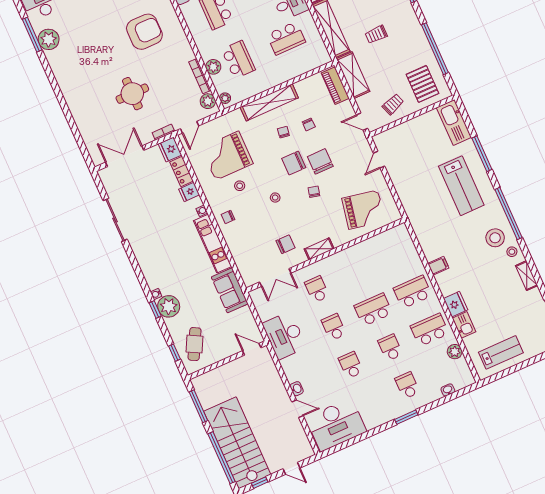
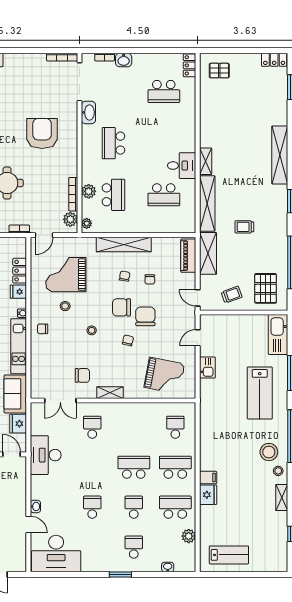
armchair: (144, 32) -> (42, 133), turned -90
fridge: (170, 150) -> (18, 424), moved
filing cabinet: (438, 266) -> (208, 477), moved
kitchen sink: (464, 325) -> (207, 368), moved
school desk: (334, 327) -> (175, 427), moved

